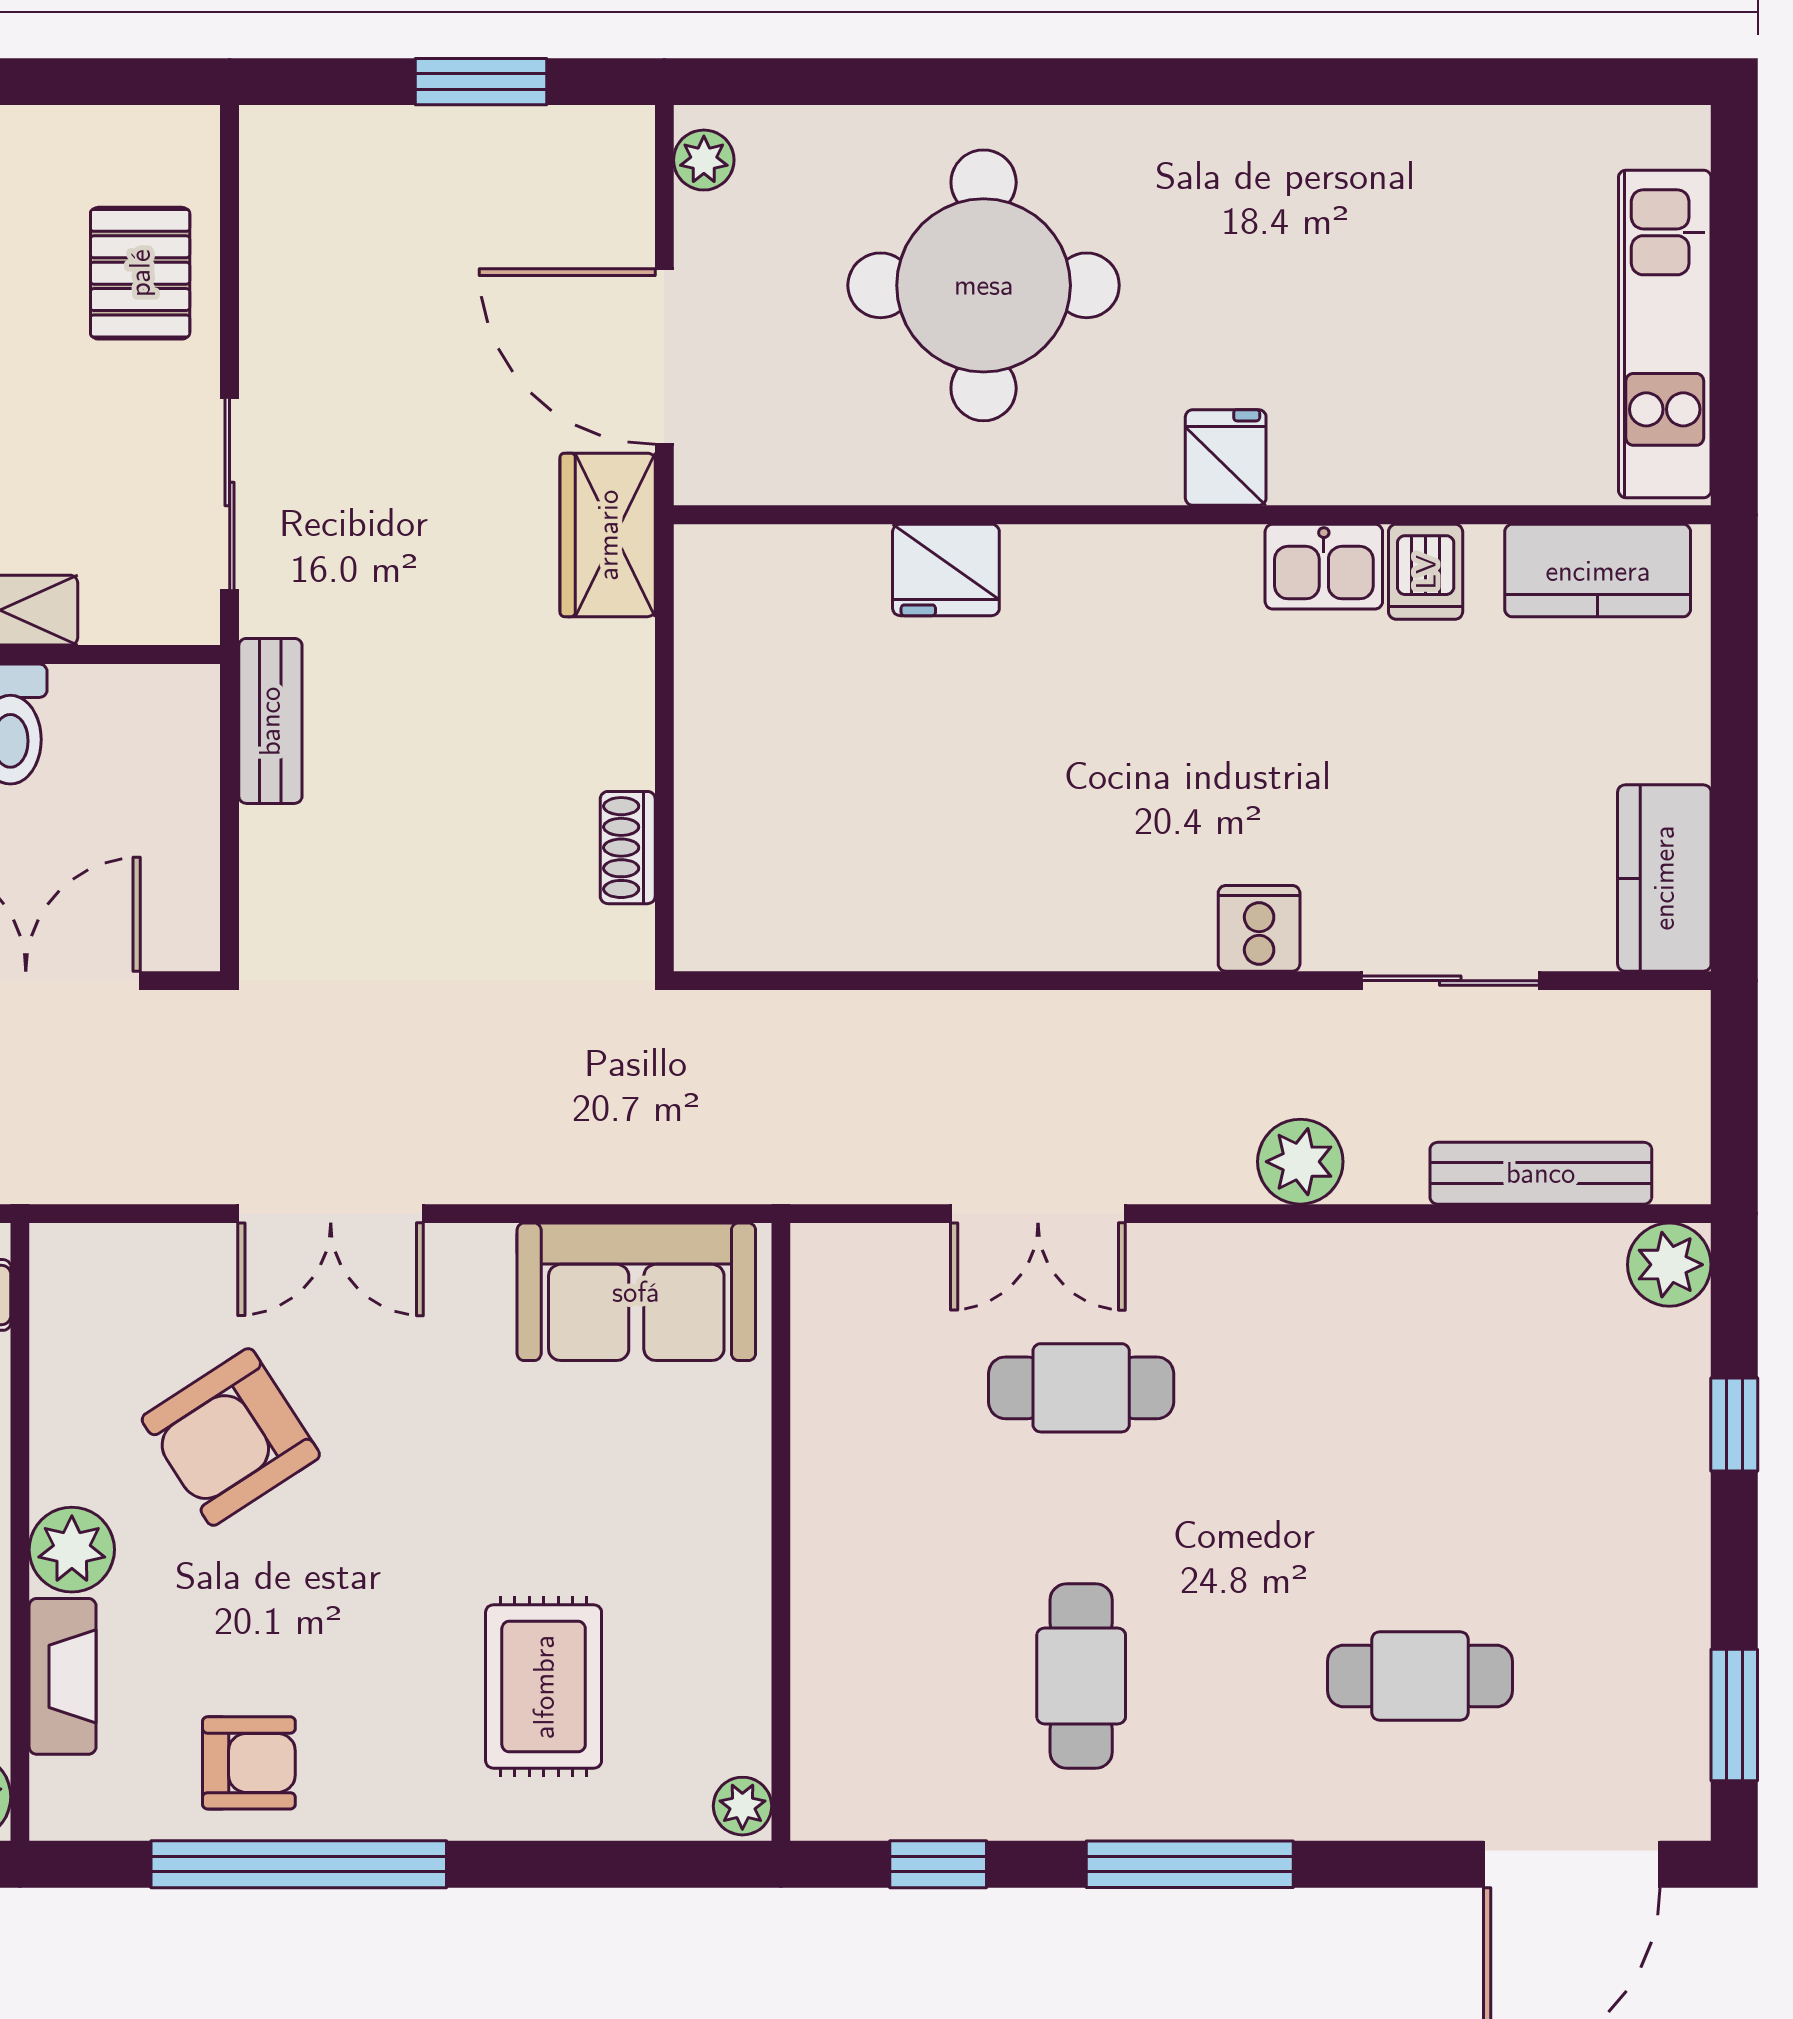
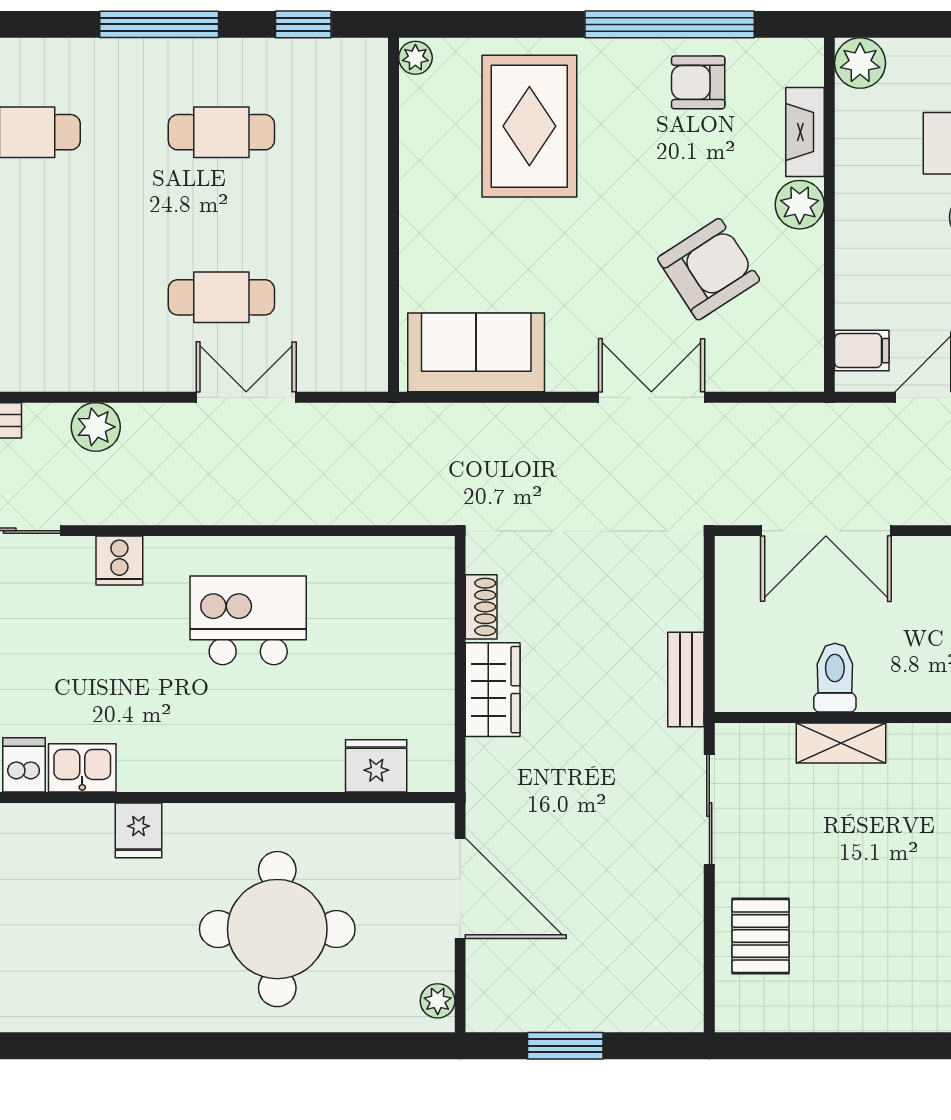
wardrobe: (608, 535) -> (493, 690), moved
fridge: (946, 570) -> (376, 766), moved
kitchen island: (1034, 824) -> (248, 620), added
cafe table: (1081, 1676) -> (221, 132), turned 90
rug: (544, 1687) -> (529, 126), width x1.36, depth x1.43

